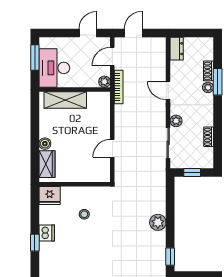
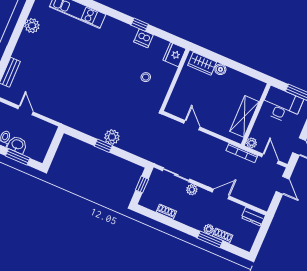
shelving: (65, 100) -> (244, 116), moved
window: (170, 257) -> (103, 146), moved

